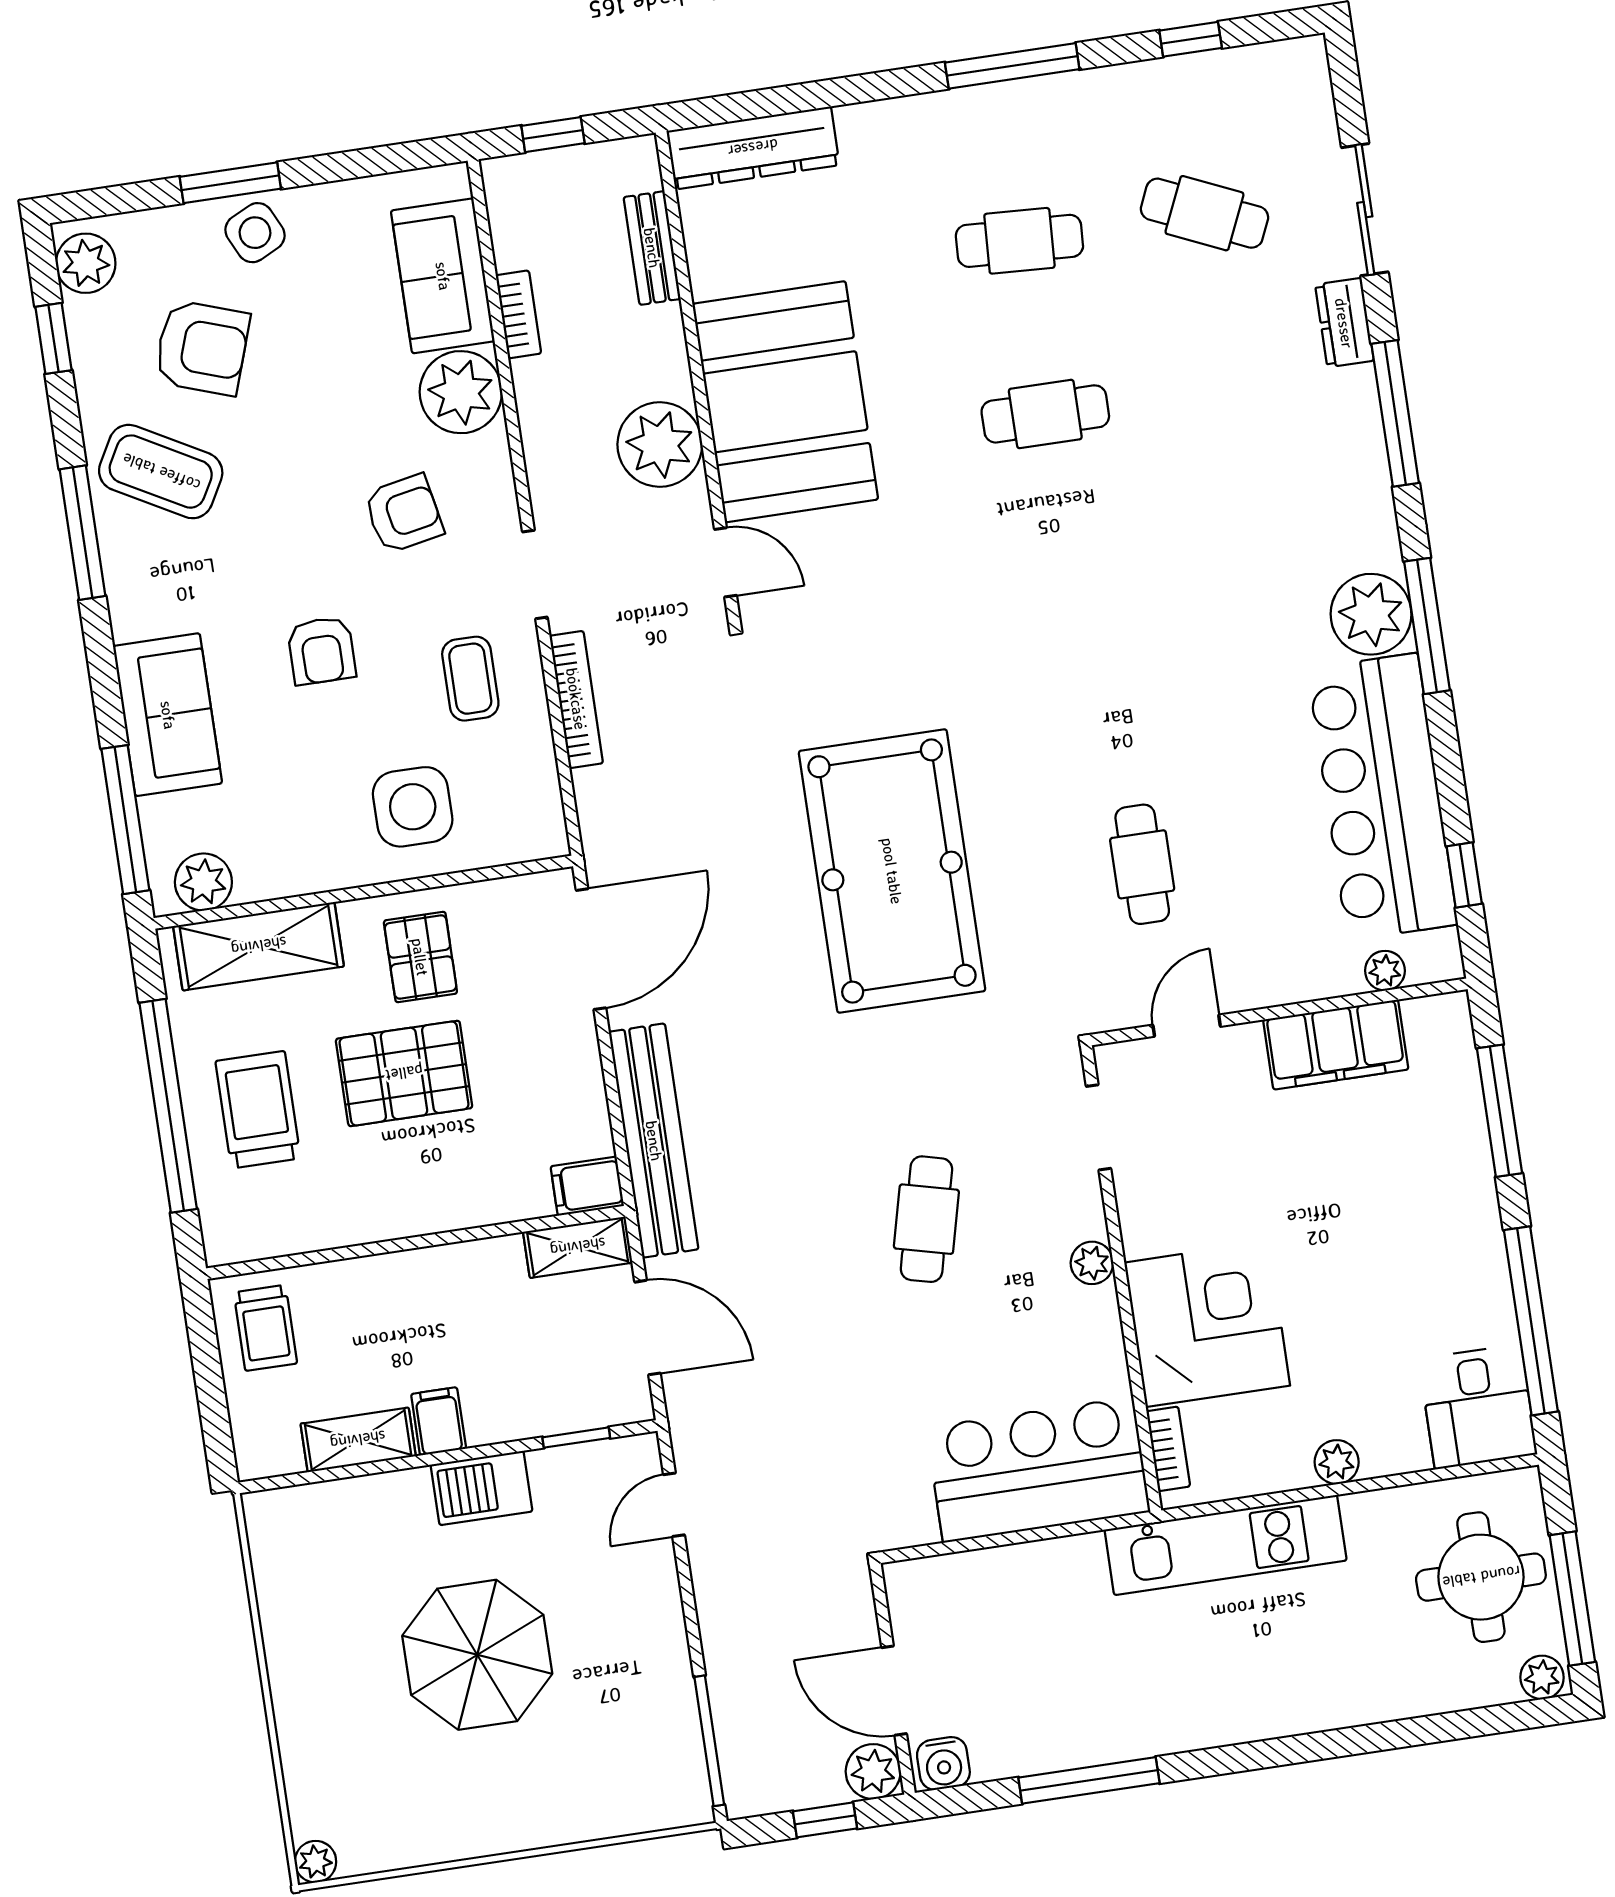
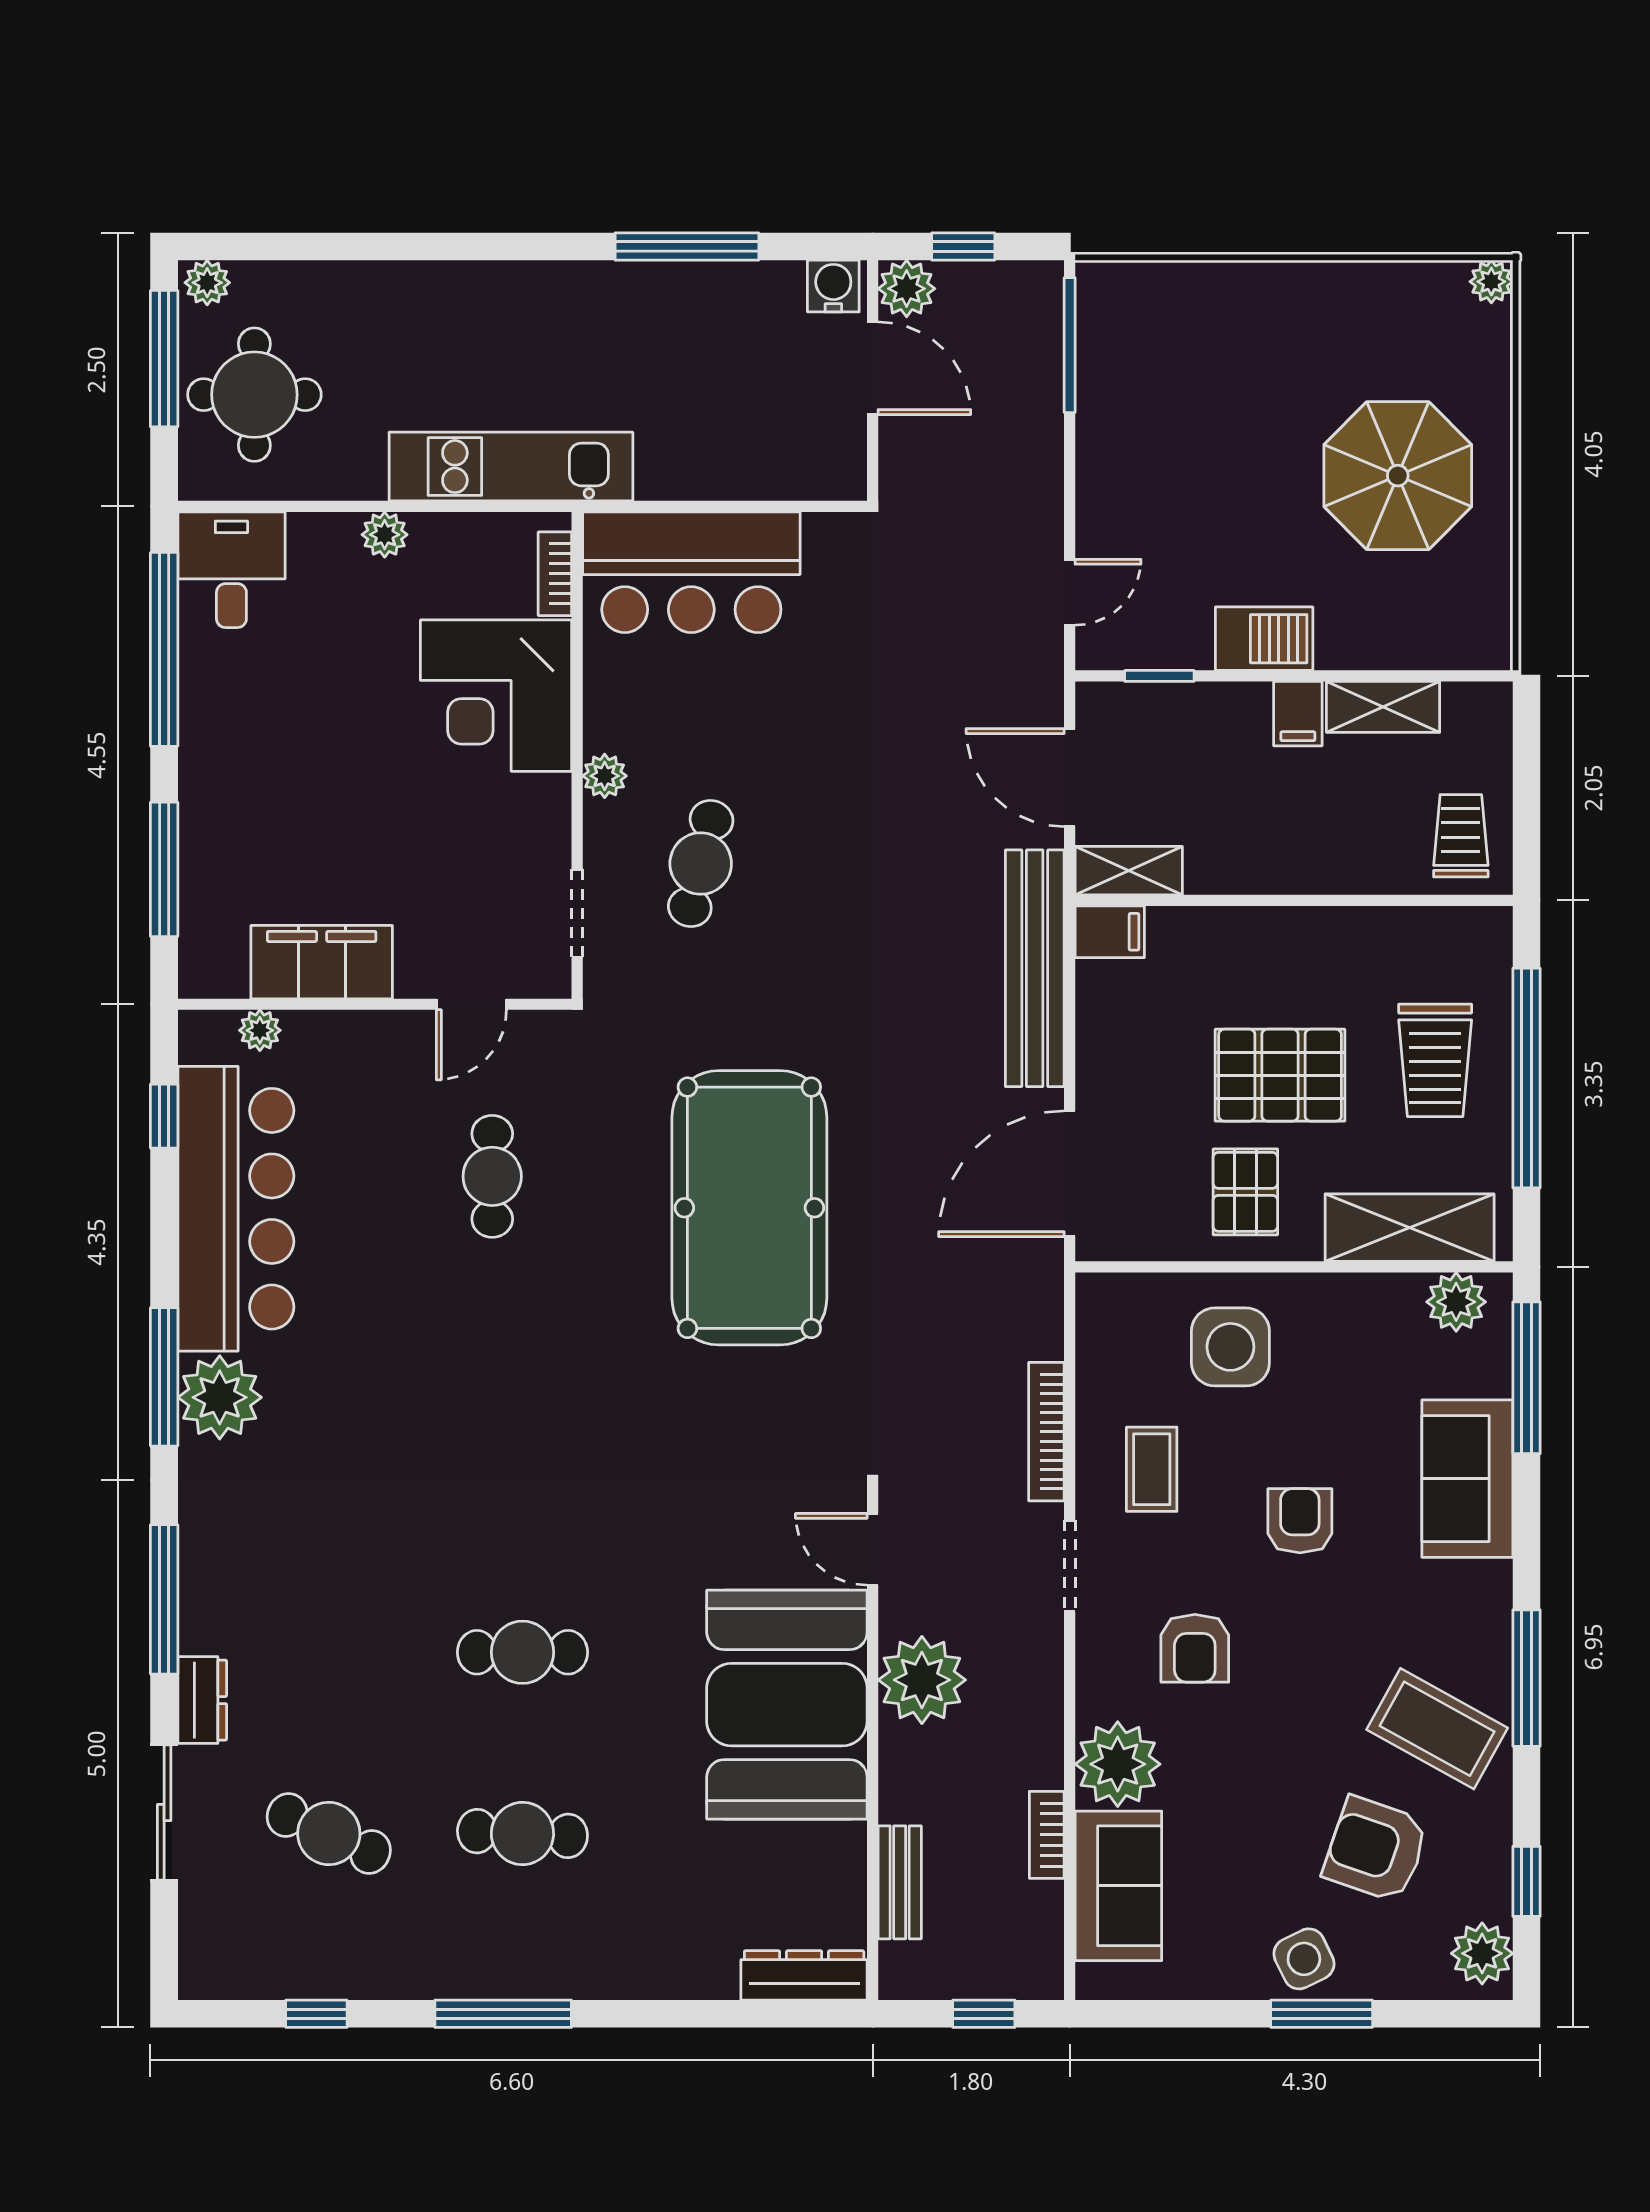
dresser: (753, 148) -> (804, 1975), width x0.73, depth x0.80
armchair: (404, 514) -> (1195, 1648), turned -79
cafe table: (926, 1219) -> (701, 864), moved
parasol: (477, 1655) -> (1398, 476), moved

